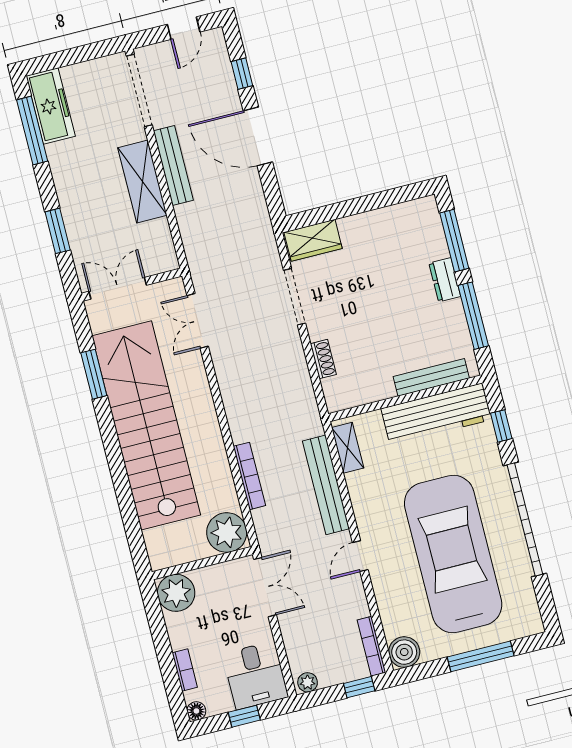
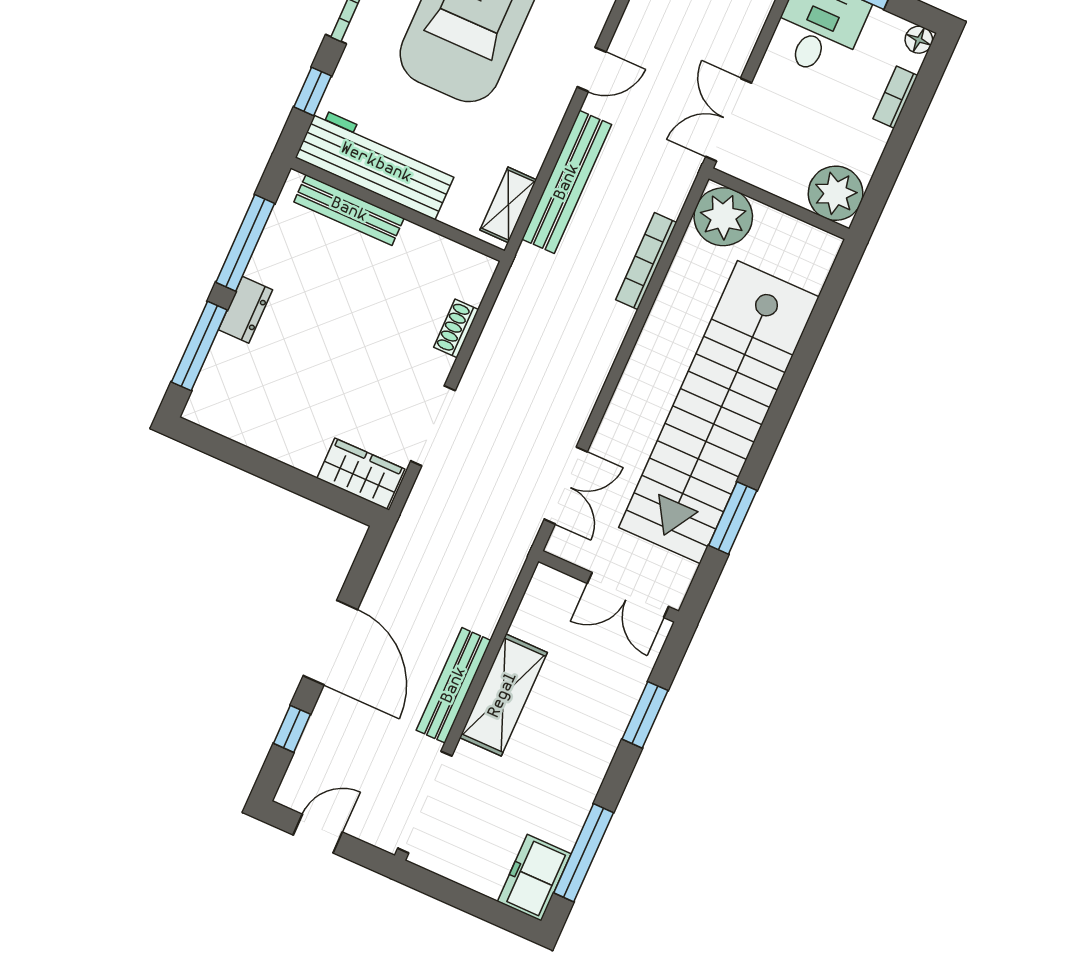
freezer: (51, 106) -> (534, 878), width x0.71

